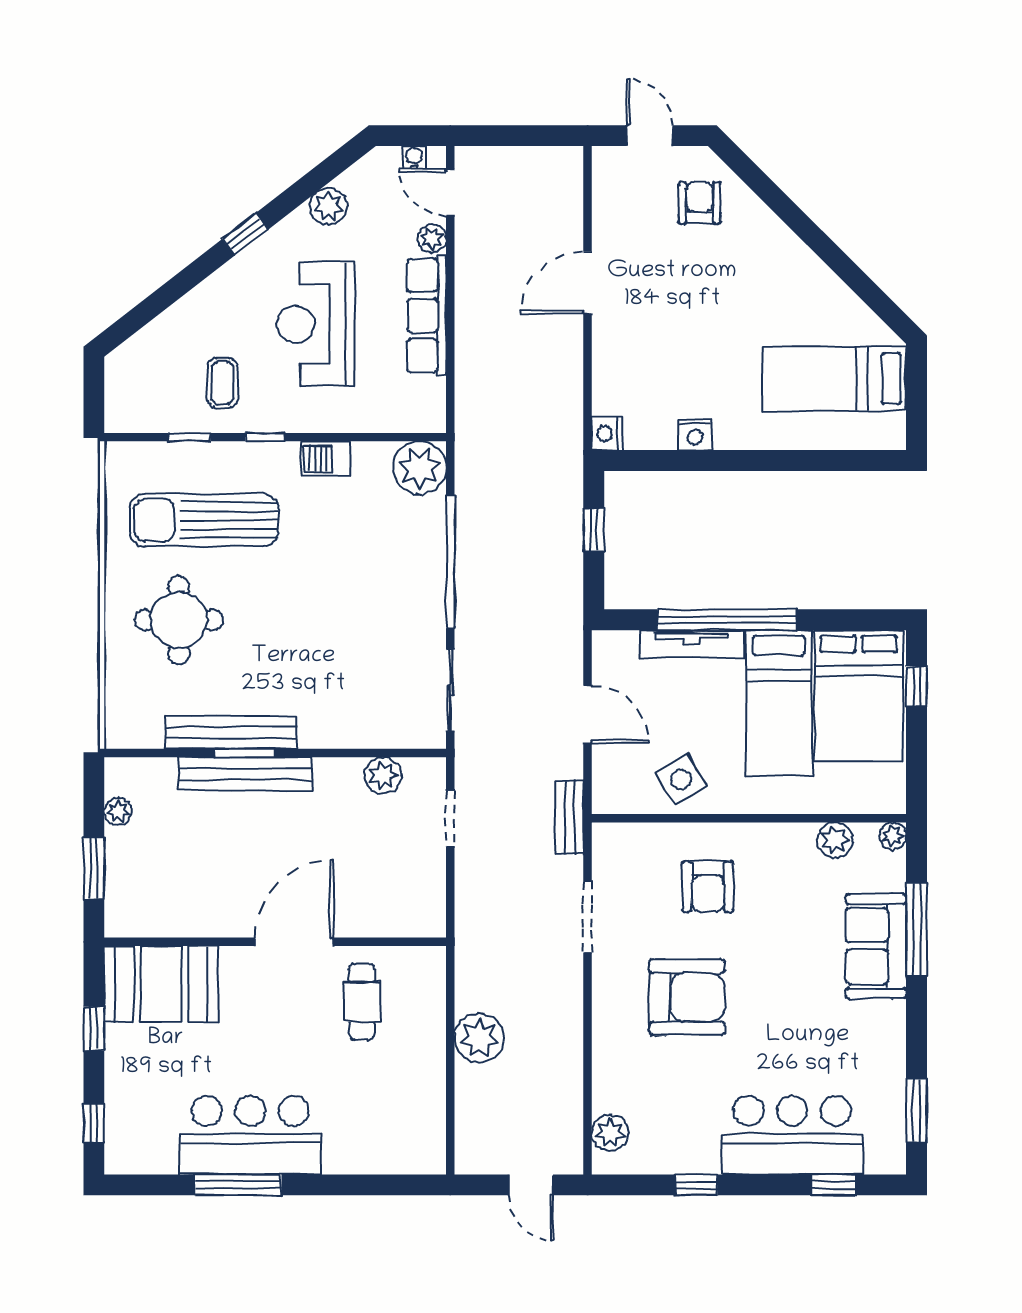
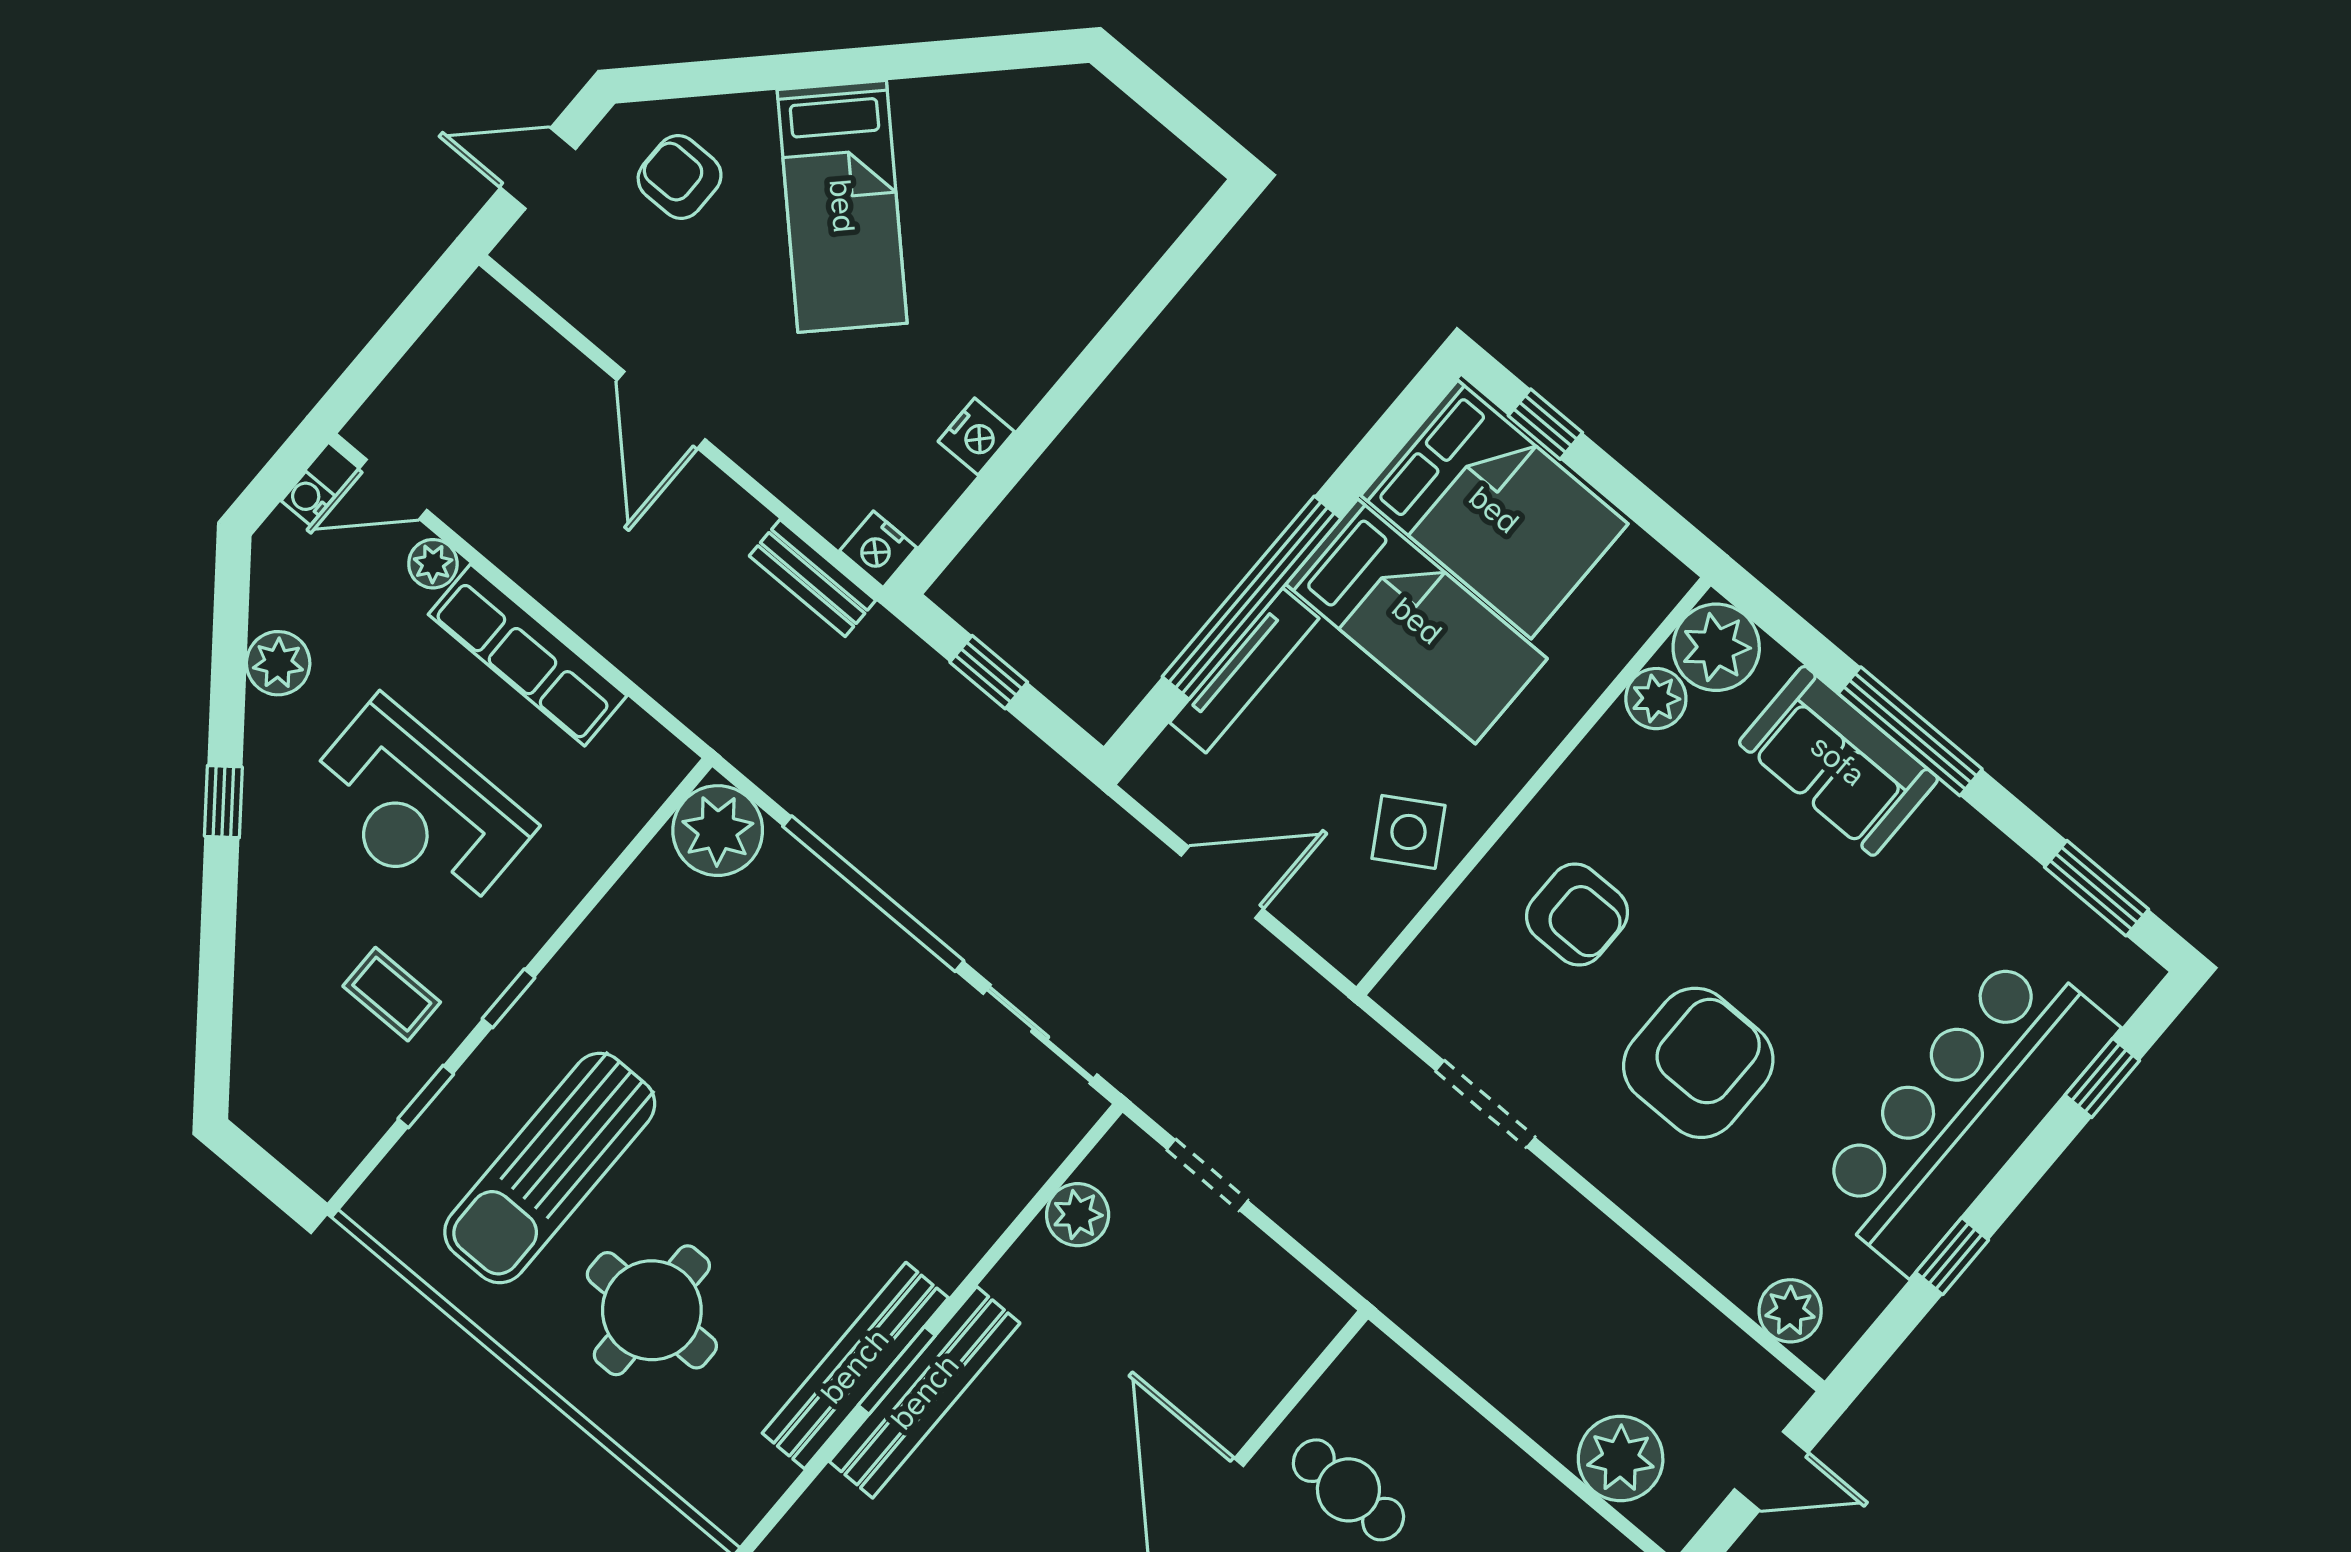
bed: (835, 379) -> (842, 206), moved, turned -45
barbecue: (325, 459) -> (602, 943), removed
bench: (569, 818) -> (813, 578), moved
plant: (893, 836) -> (1716, 647), width x1.87, depth x1.87
window: (917, 930) -> (1910, 731), moved
plant: (479, 1038) -> (1621, 1458), moved
bar counter: (792, 1135) -> (1964, 1111), width x1.36

